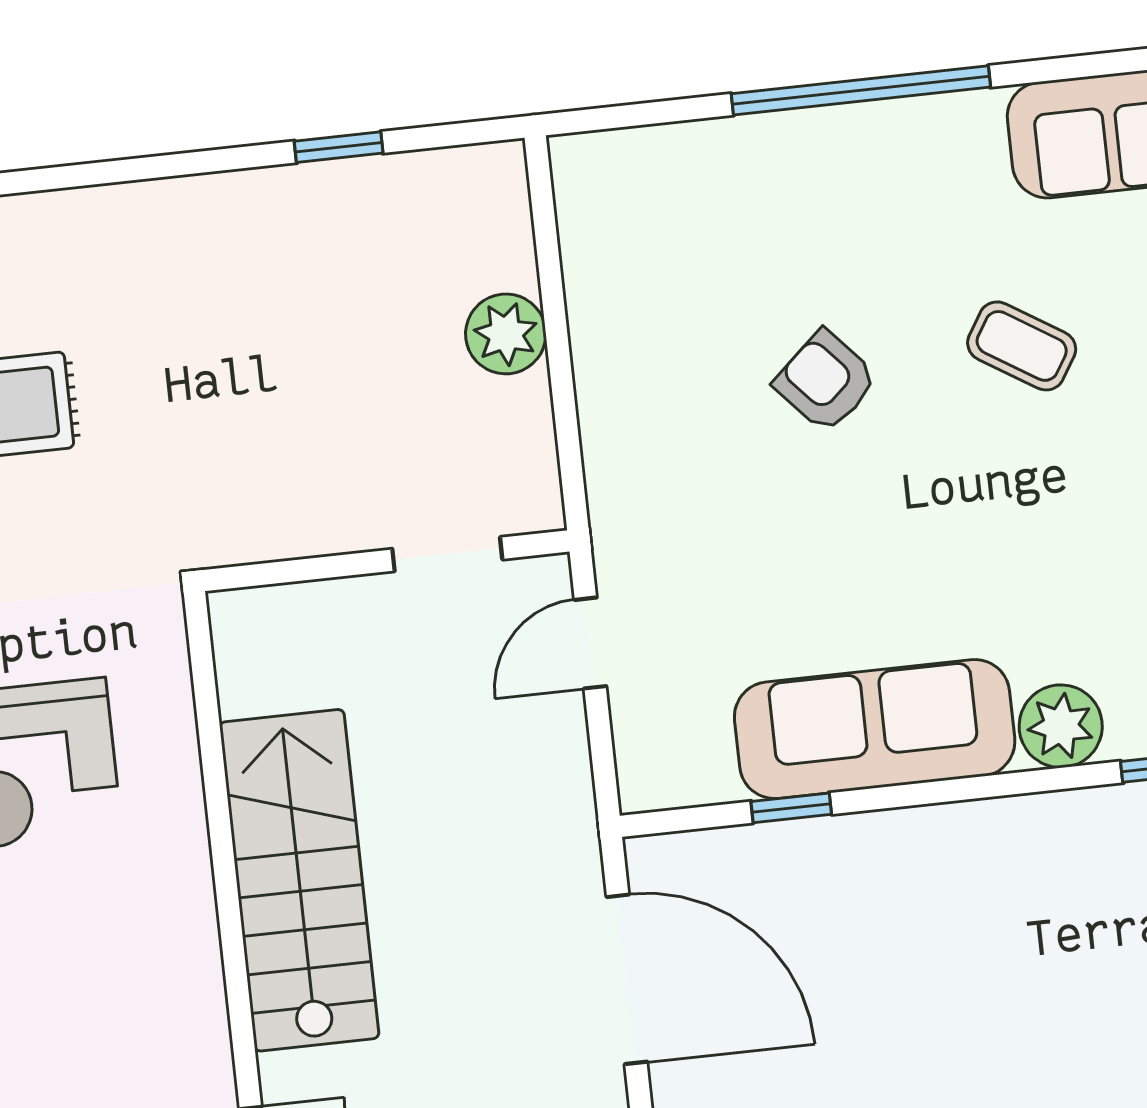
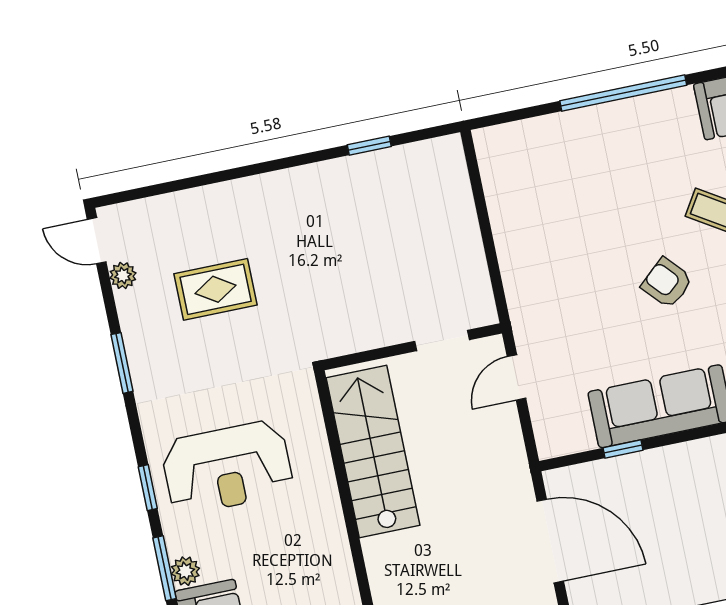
plant: (506, 334) -> (460, 230), removed
armchair: (826, 381) -> (667, 283), moved
stairs: (299, 880) -> (373, 452), moved

